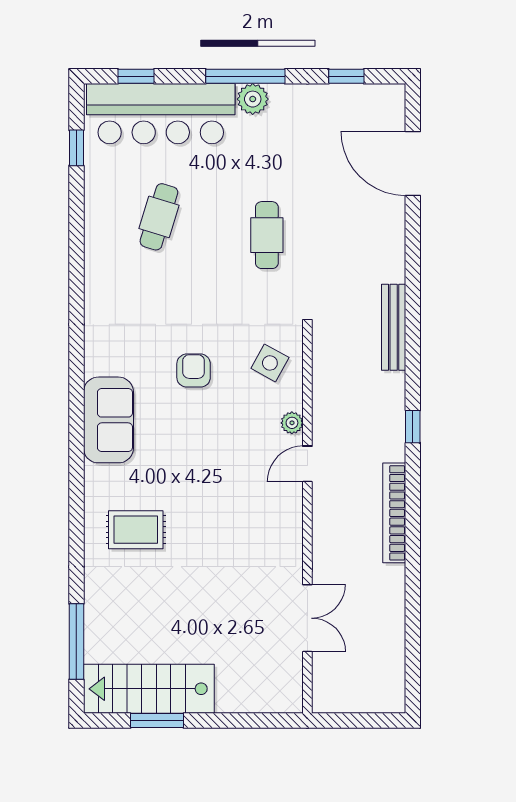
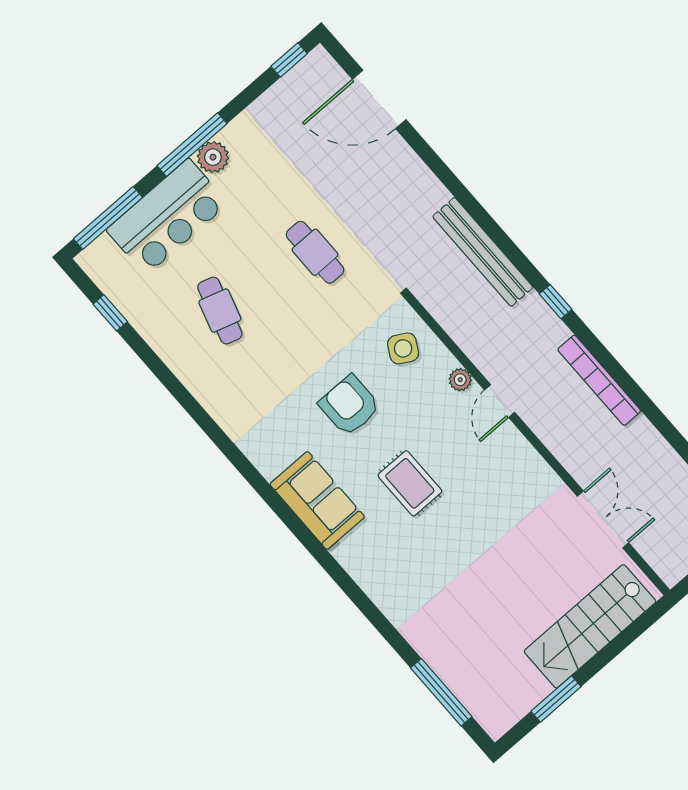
window: (136, 76) -> (108, 218), width x2.17
window: (346, 76) -> (289, 60), moved
bar counter: (161, 114) -> (167, 217), width x0.73
bench: (394, 327) -> (483, 252), width x1.37, depth x1.21
armchair: (194, 371) -> (350, 405), width x1.38, depth x1.38
rug: (136, 530) -> (410, 483), moved, turned 90
stairs: (149, 689) -> (590, 626), moved

